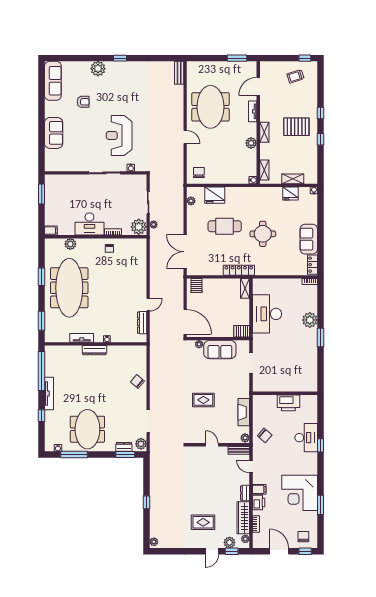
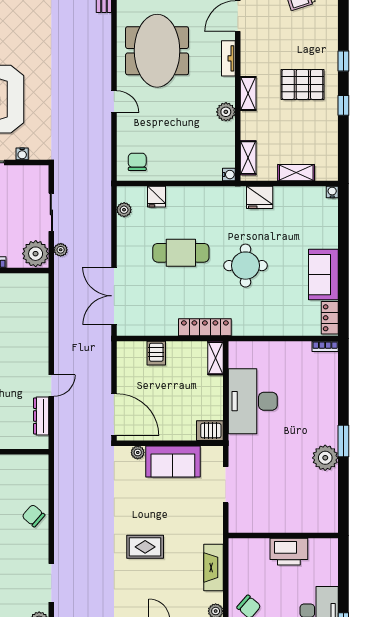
fridge: (291, 193) -> (260, 197), moved
fridge: (215, 195) -> (156, 197), width x0.53, depth x0.75
server rack: (196, 286) -> (156, 353), moved
plant: (310, 320) -> (325, 458), moved

